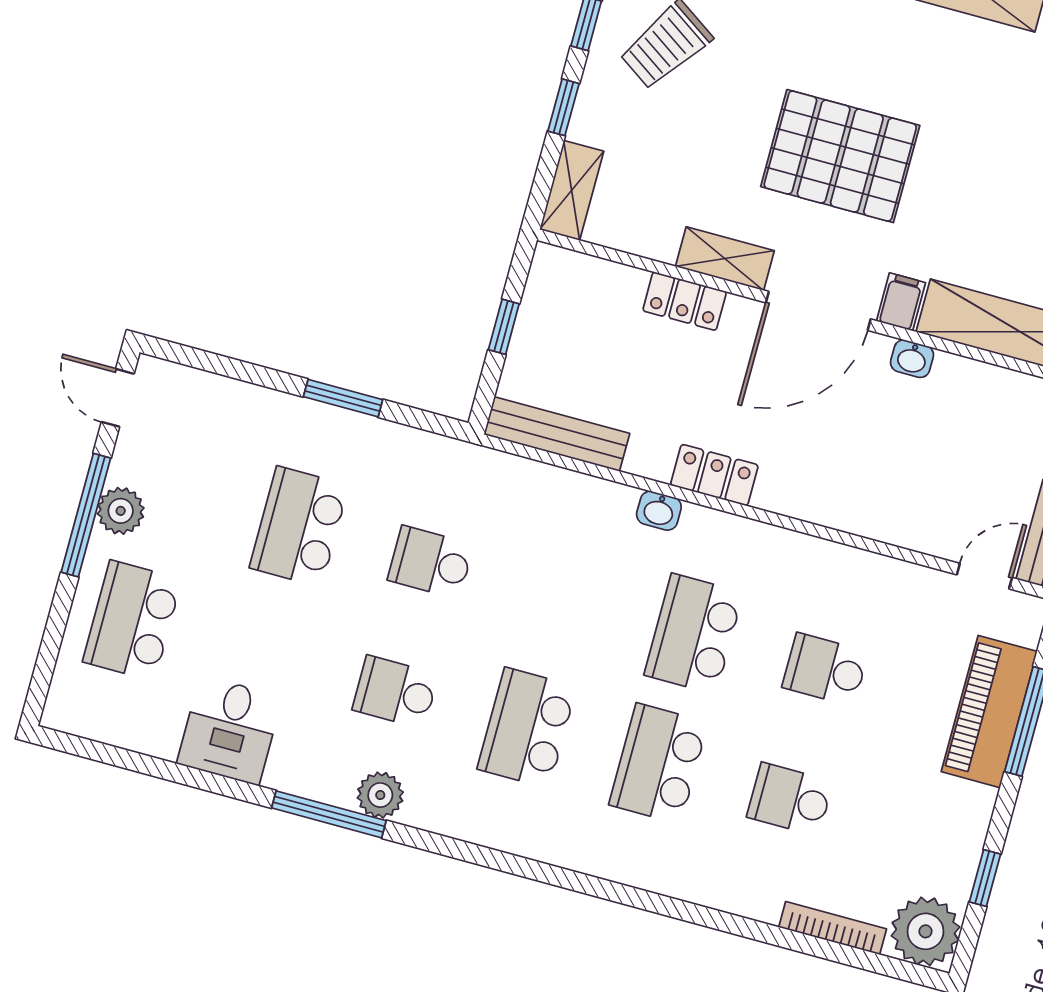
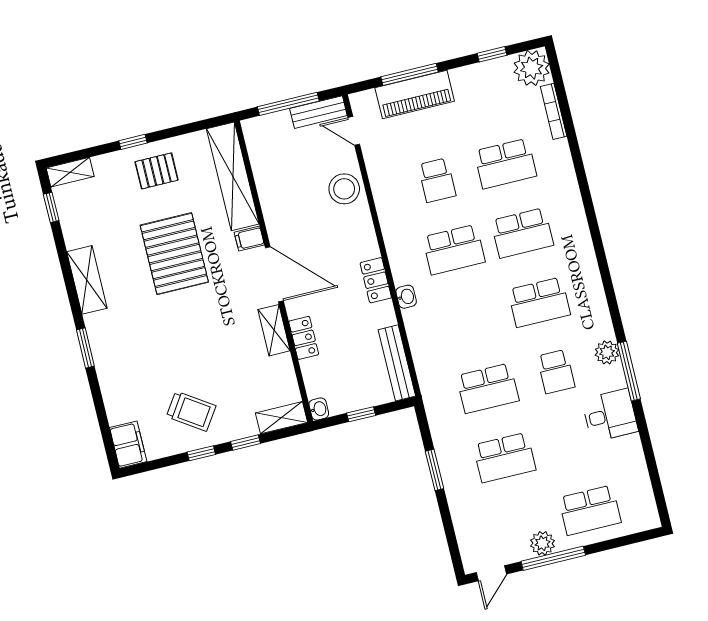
pallet: (840, 156) -> (174, 254), moved
washbasin: (912, 359) -> (319, 409), moved
stool: (896, 506) -> (344, 189), added
school desk: (431, 562) -> (488, 388), width x1.85
desk: (230, 730) -> (610, 415), moved
school desk: (790, 799) -> (505, 164), width x1.85

